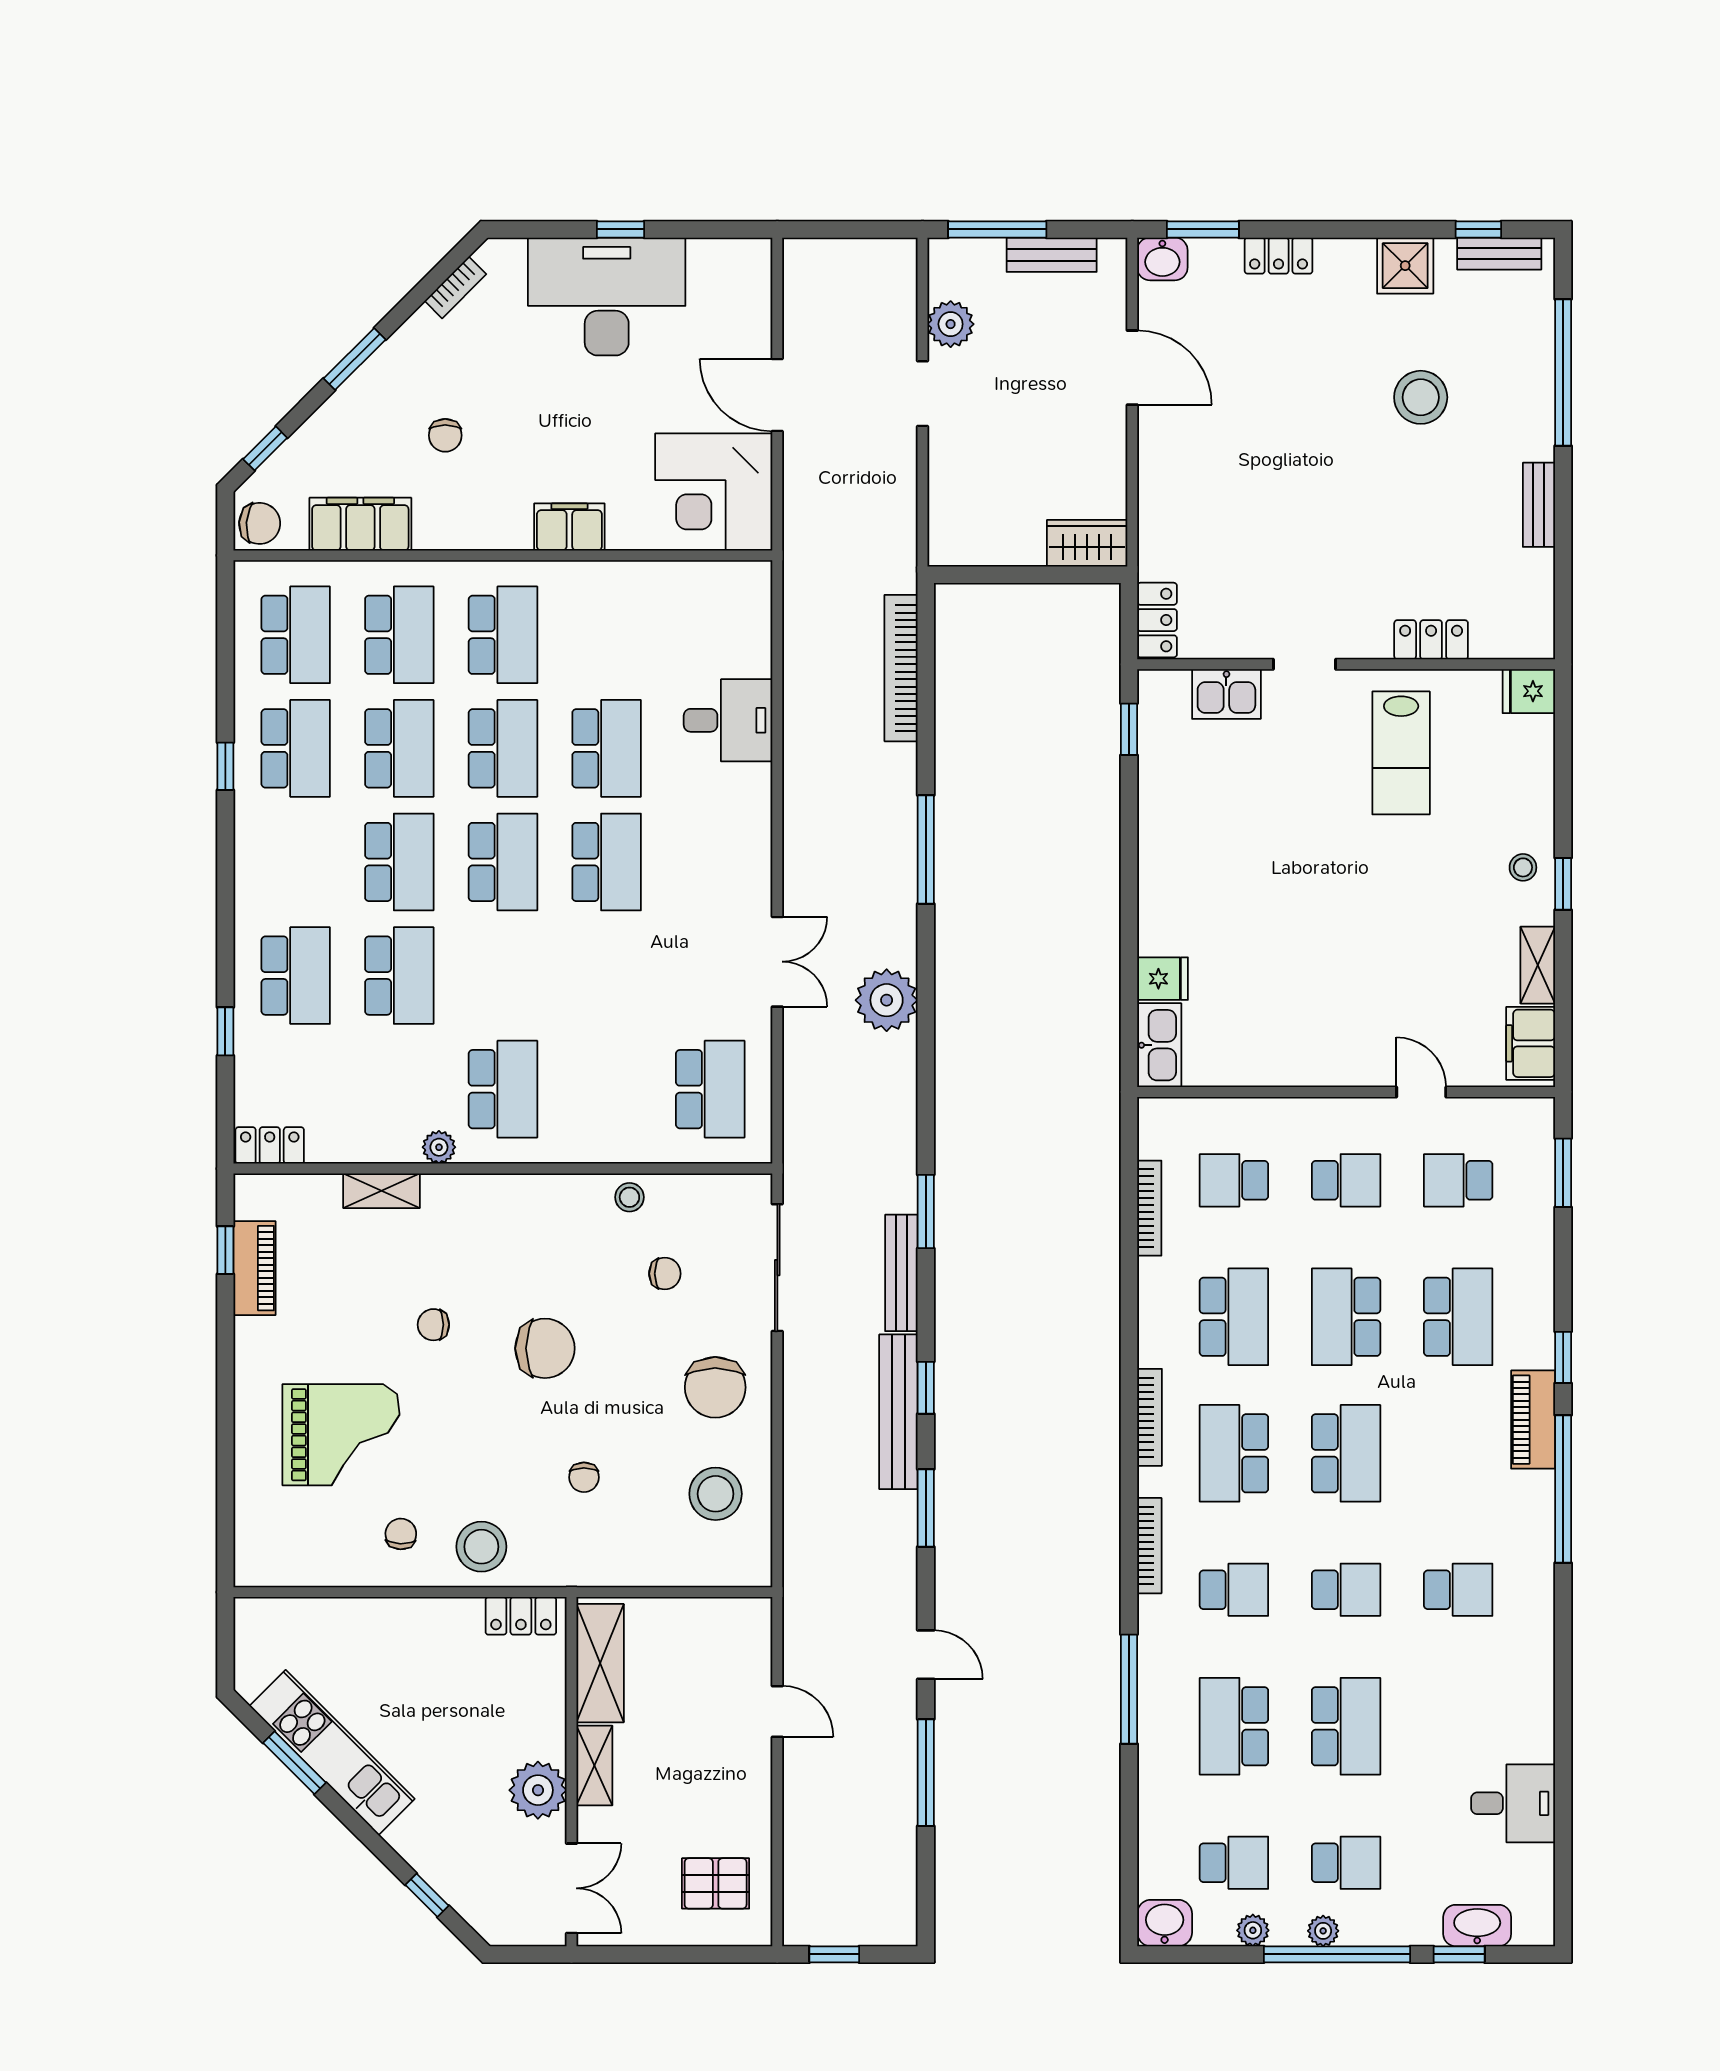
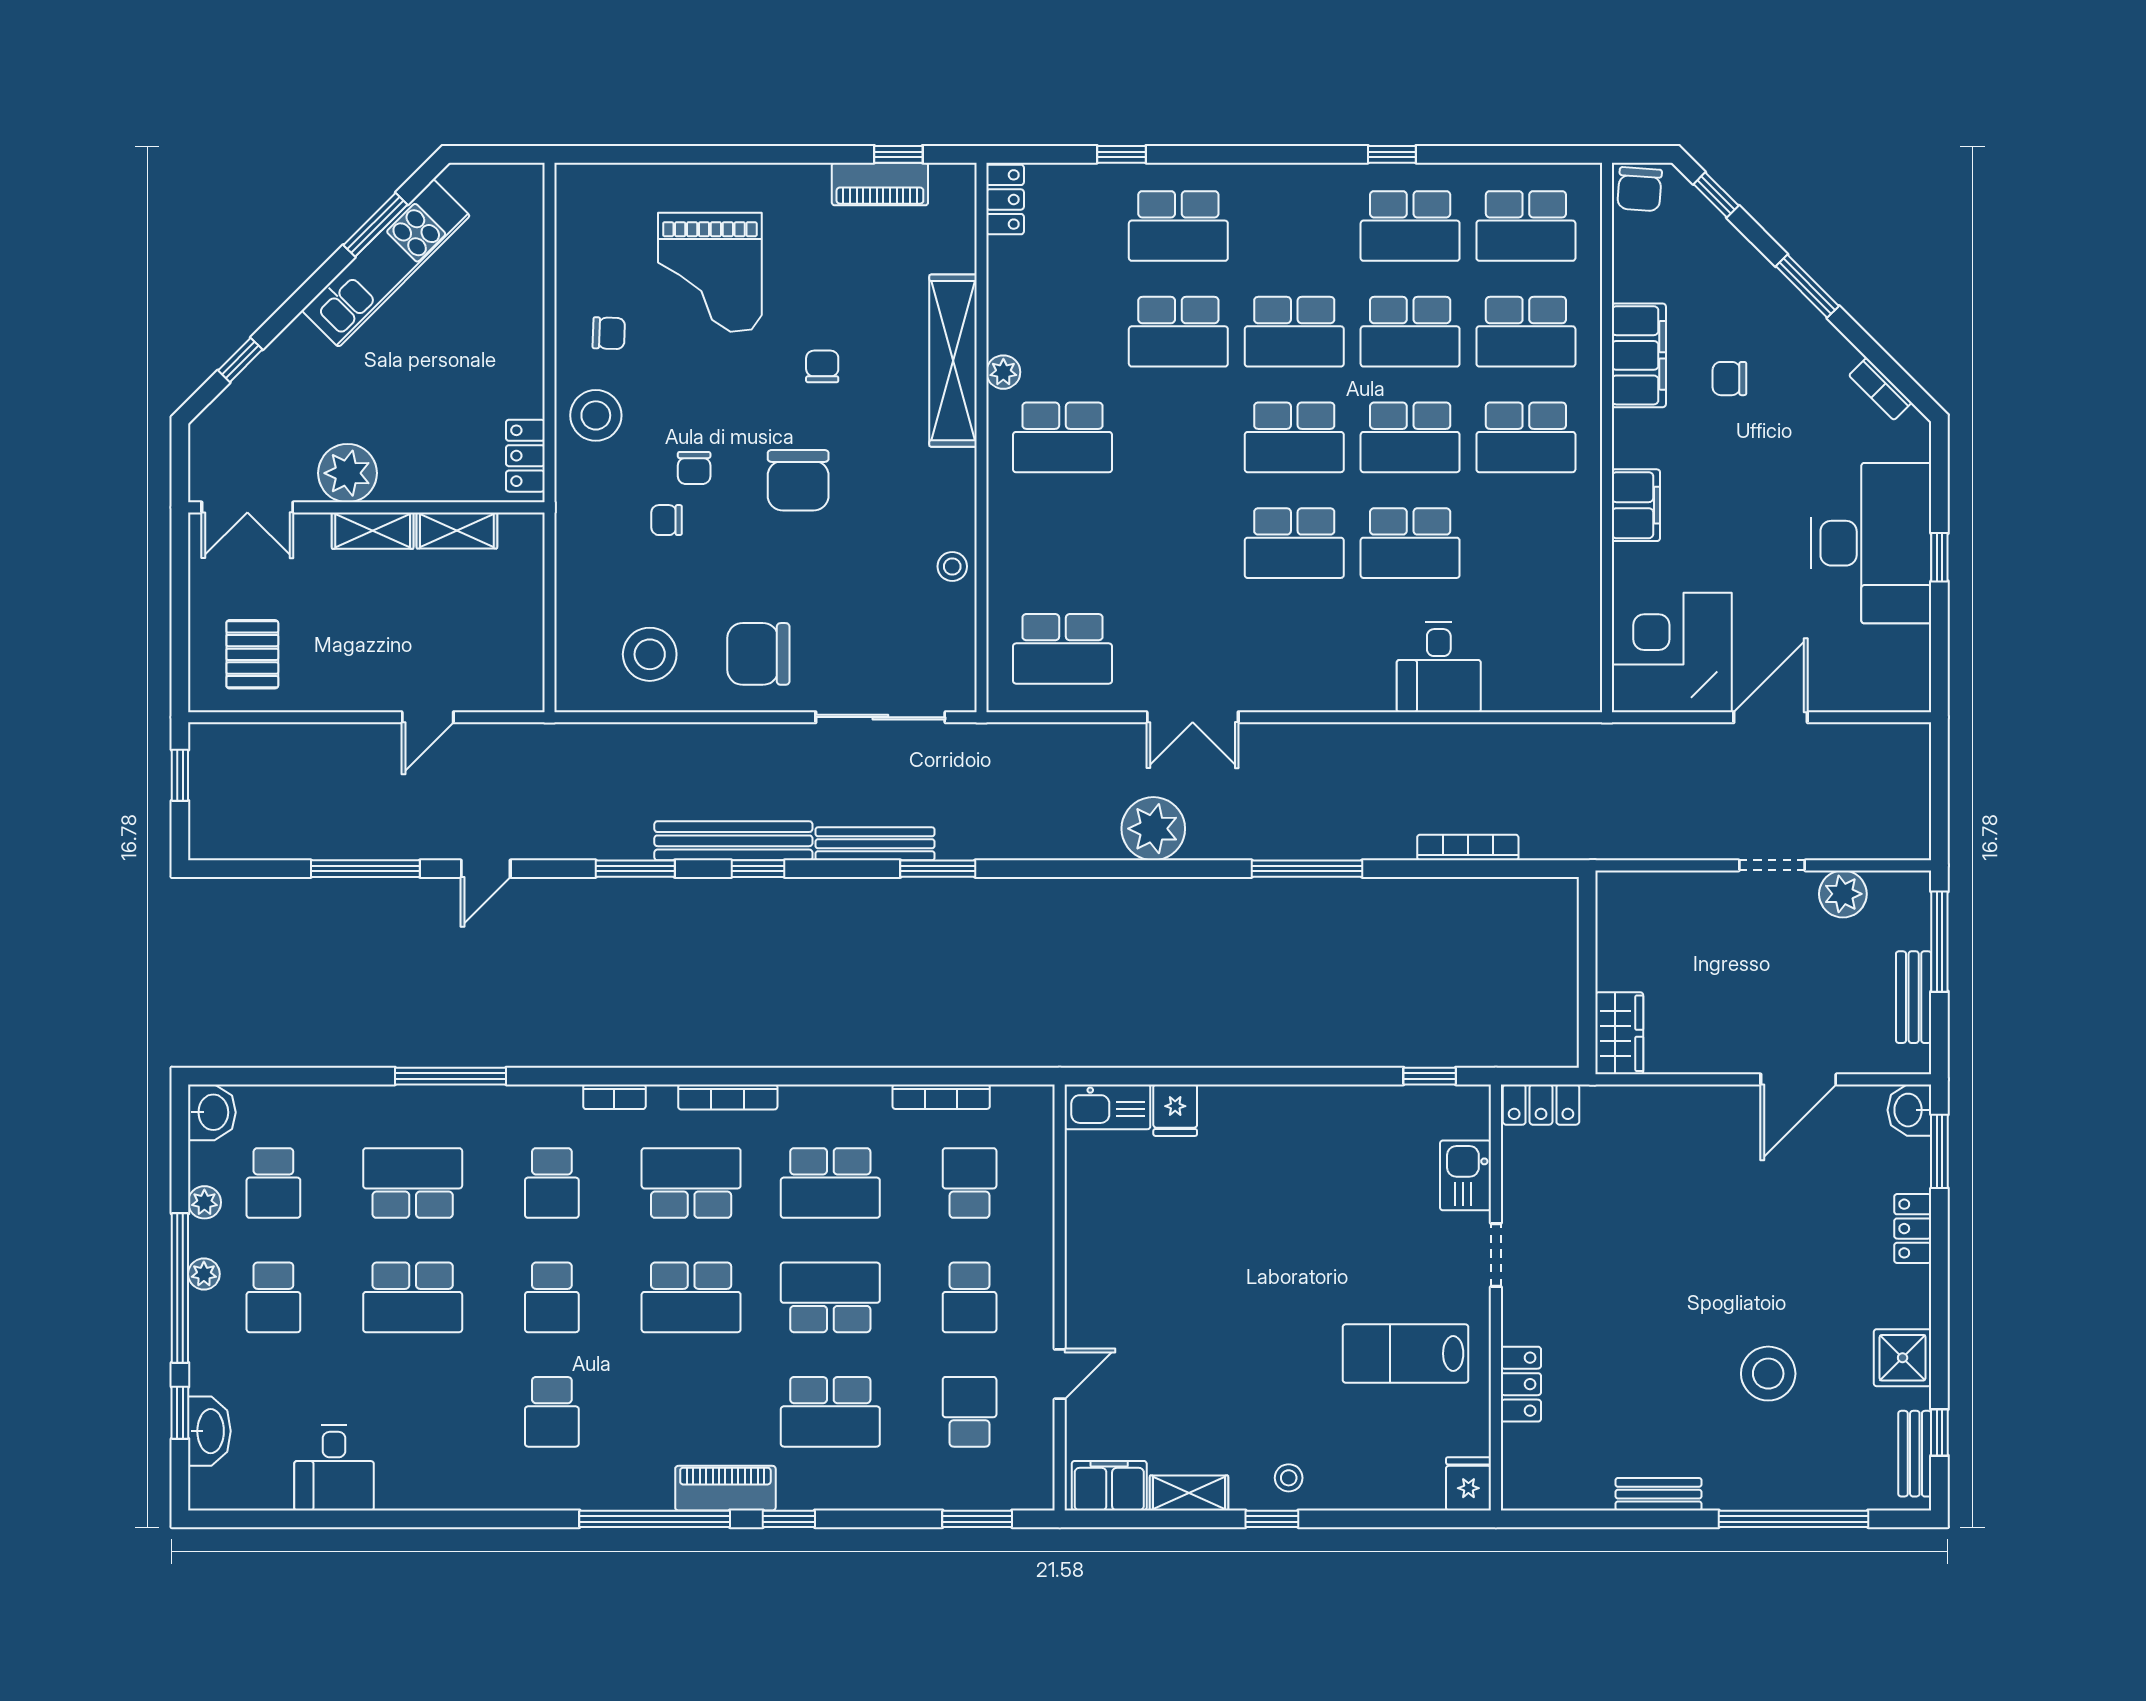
filing cabinet: (360, 524) -> (1639, 355), moved
bookcase: (901, 668) -> (1468, 847), width x0.68, depth x0.76
shelving: (382, 1191) -> (953, 361), width x2.20, depth x1.33
chair: (665, 1274) -> (694, 468), moved
bookcase: (1149, 1546) -> (614, 1097), width x0.64
shelving: (600, 1663) -> (457, 530), width x0.67, depth x0.75

